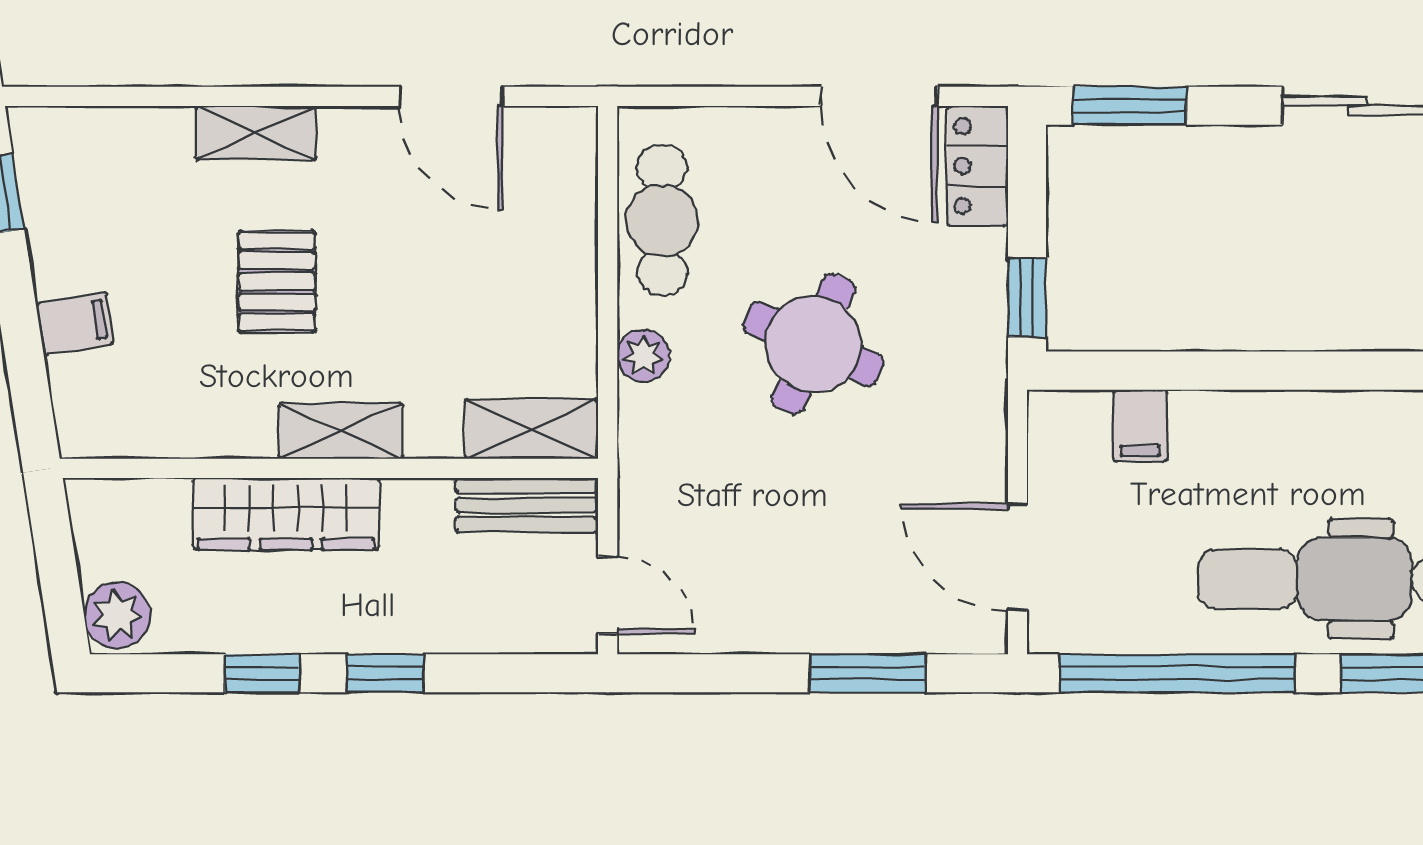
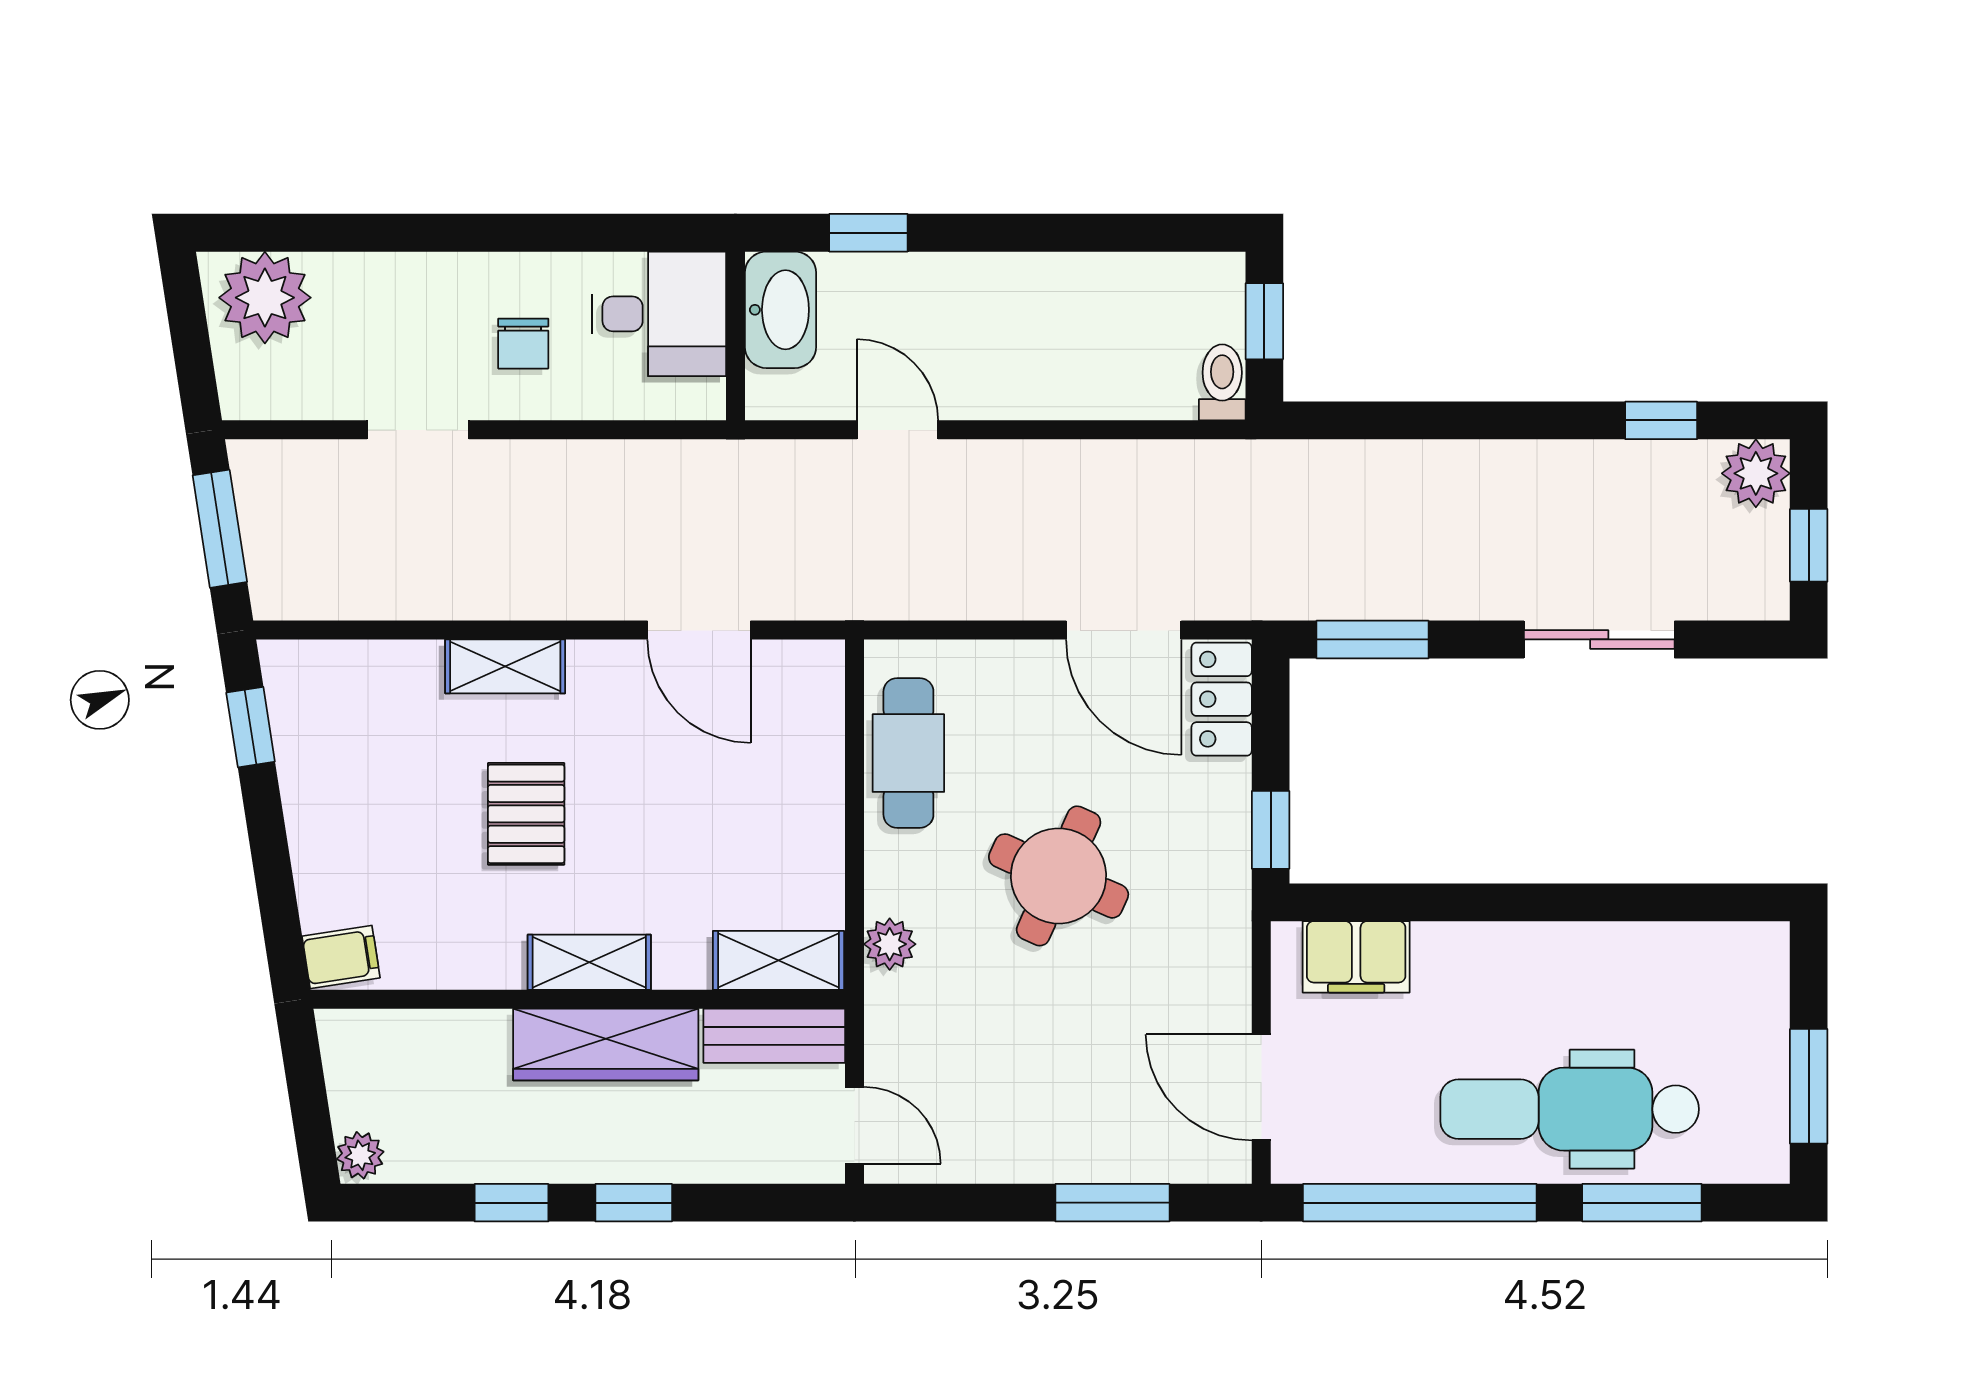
filing cabinet: (75, 323) -> (341, 957), moved
plant: (643, 356) -> (890, 944), moved
filing cabinet: (1140, 426) -> (1356, 957), width x2.00
wardrobe: (286, 514) -> (606, 1045), moved
plant: (117, 615) -> (360, 1155), width x0.73, depth x0.73

